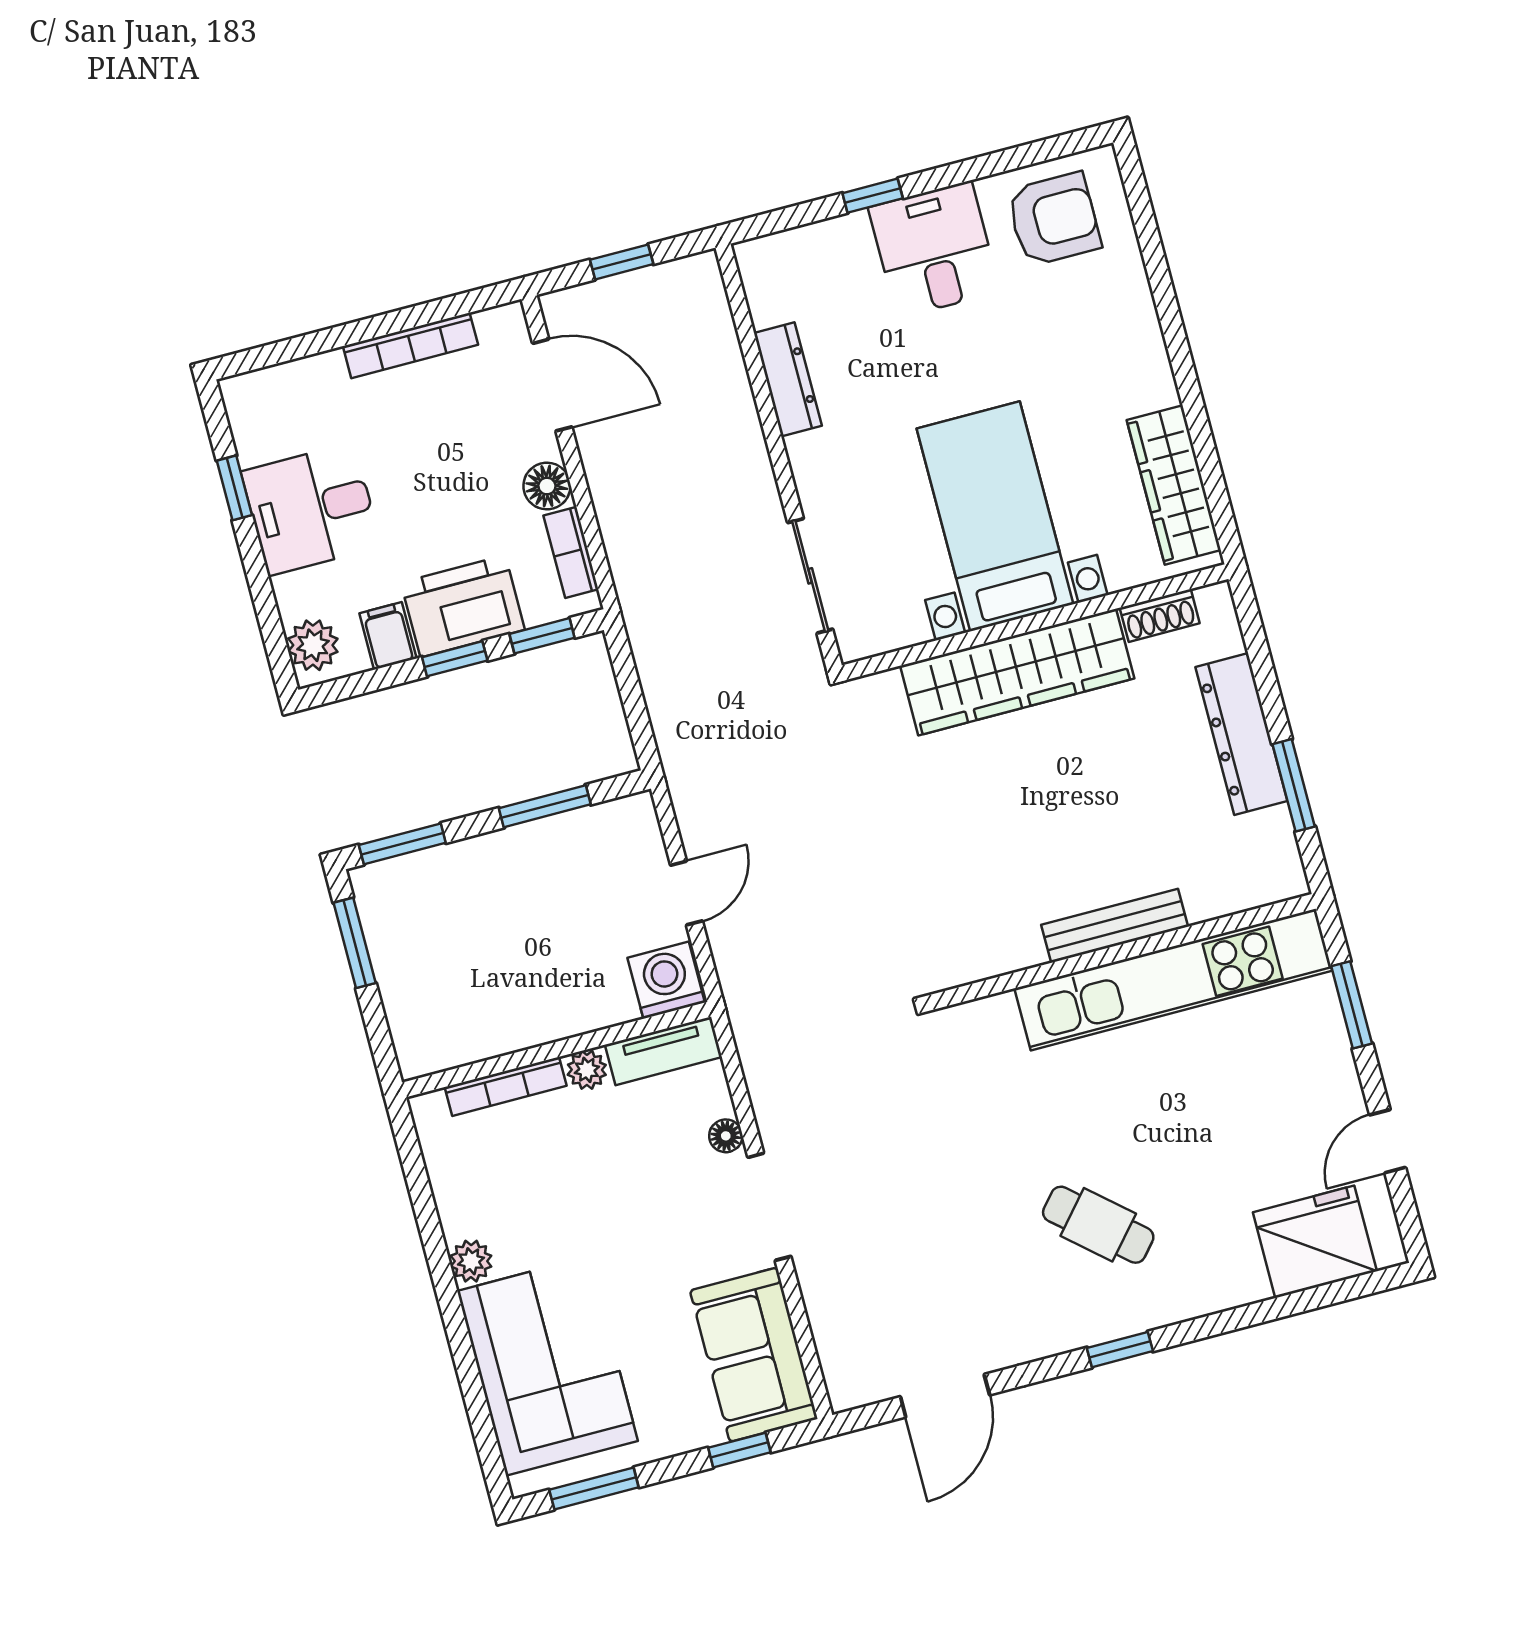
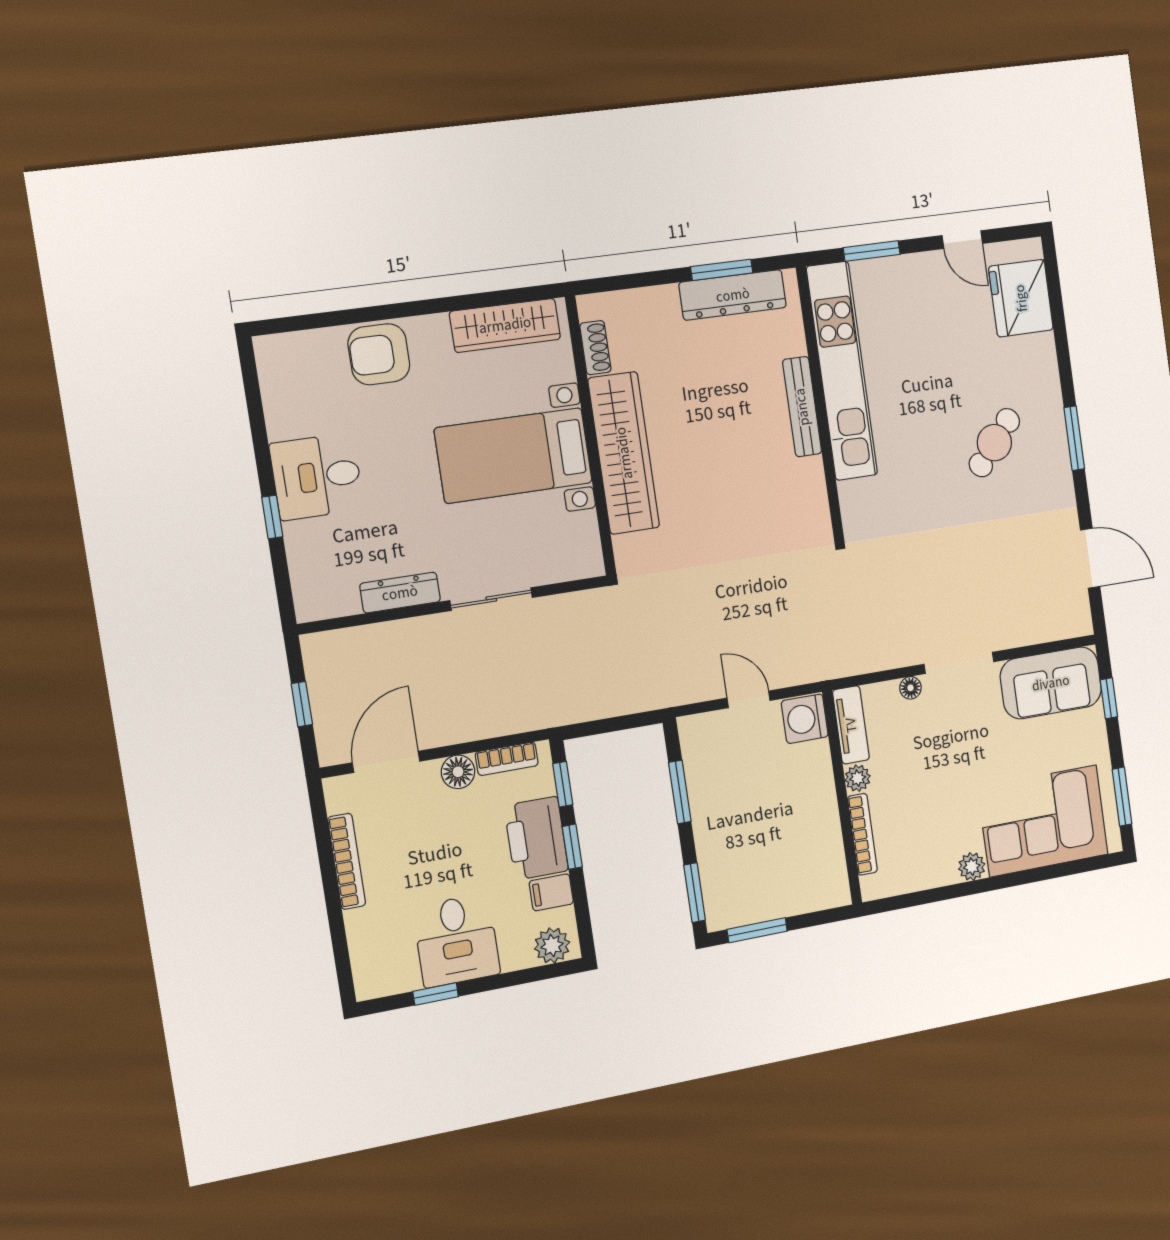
armchair: (1054, 219) -> (379, 354), moved, turned -90
sliding door: (810, 576) -> (491, 599), moved
dresser: (1241, 734) -> (733, 295), moved
window: (1120, 1350) -> (1074, 438), width x1.50

